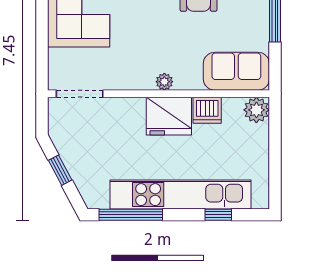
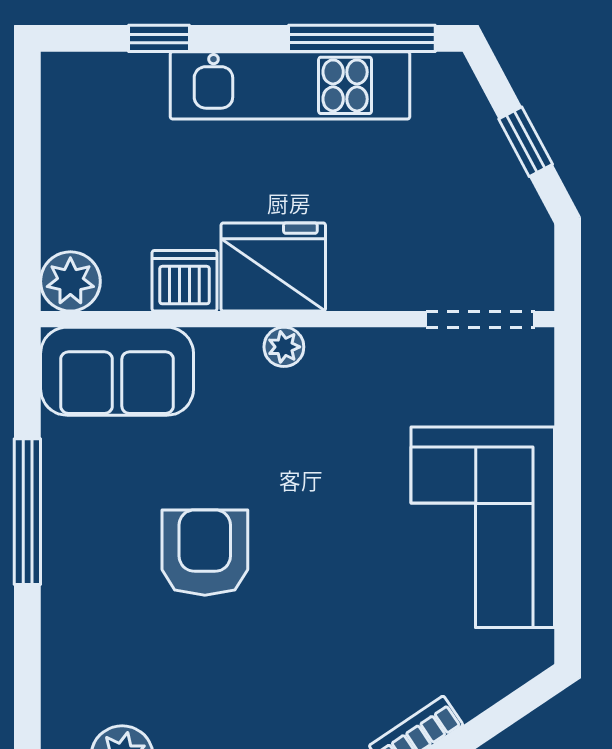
kitchen unit: (180, 195) -> (290, 85), width x0.73

